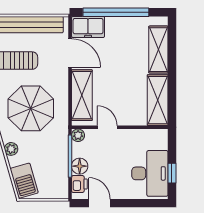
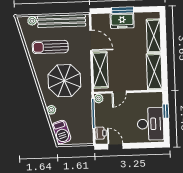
window: (116, 12) -> (123, 10), width x0.47
freezer: (88, 27) -> (122, 21), moved
door: (107, 127) -> (119, 92), swing flipped
floor lamp: (80, 166) -> (100, 120), removed
window: (172, 173) -> (166, 111), moved

